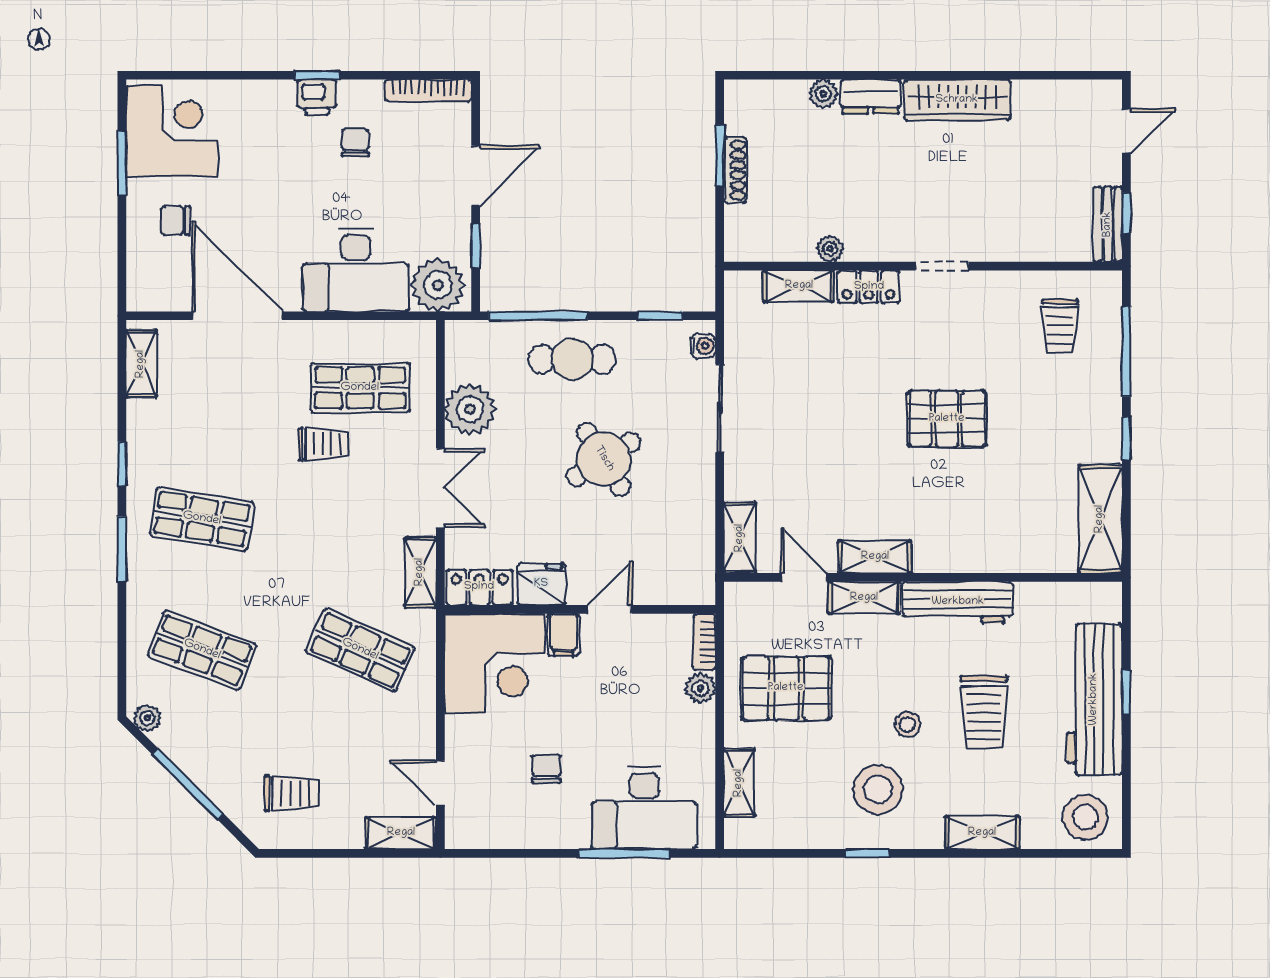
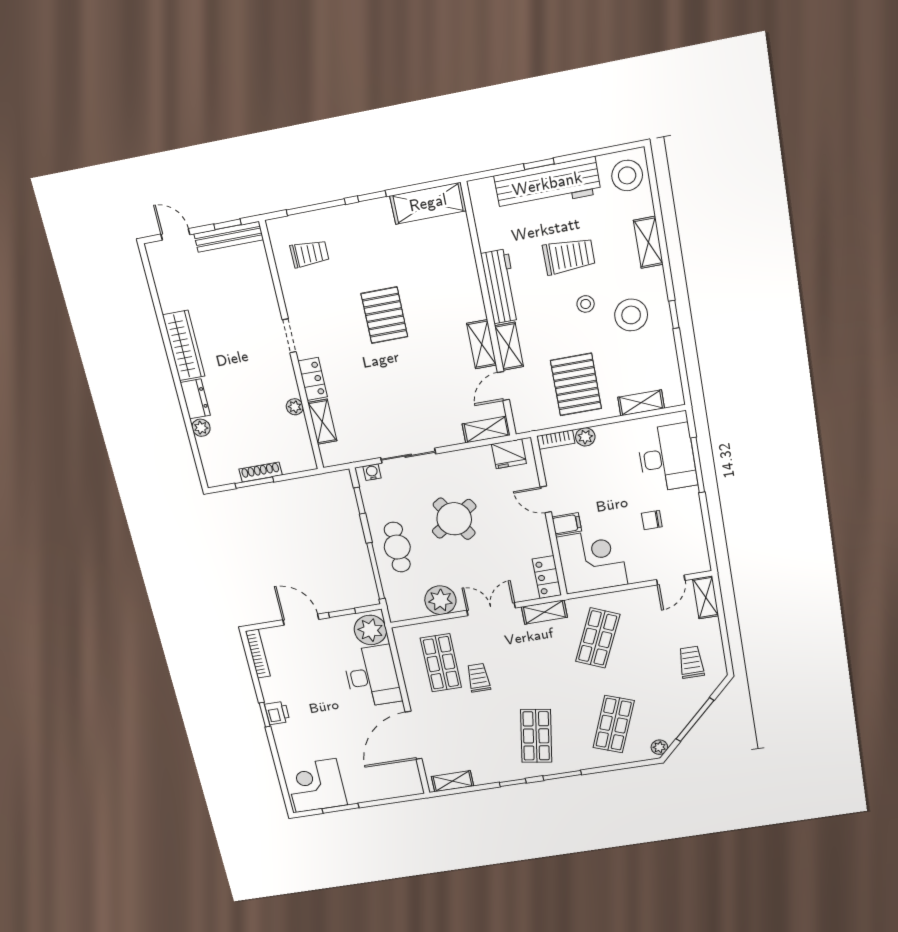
chair: (355, 143) -> (298, 688), removed
chair: (176, 221) -> (366, 776), removed
bench: (1108, 224) -> (229, 237), width x1.36
fridge: (541, 584) -> (509, 454), moved, turned -90

